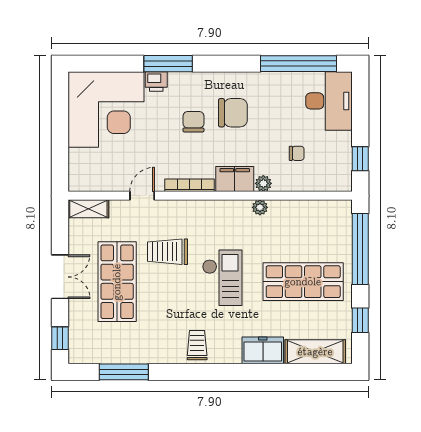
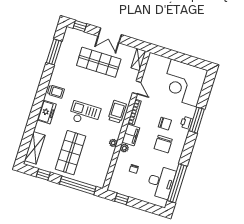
printer: (156, 81) -> (186, 123), moved
desk: (329, 101) -> (161, 182), moved, turned -90
trolley: (168, 252) -> (117, 112), moved
checkout: (222, 278) -> (85, 114), turned 180
freezer: (263, 350) -> (47, 112), moved

